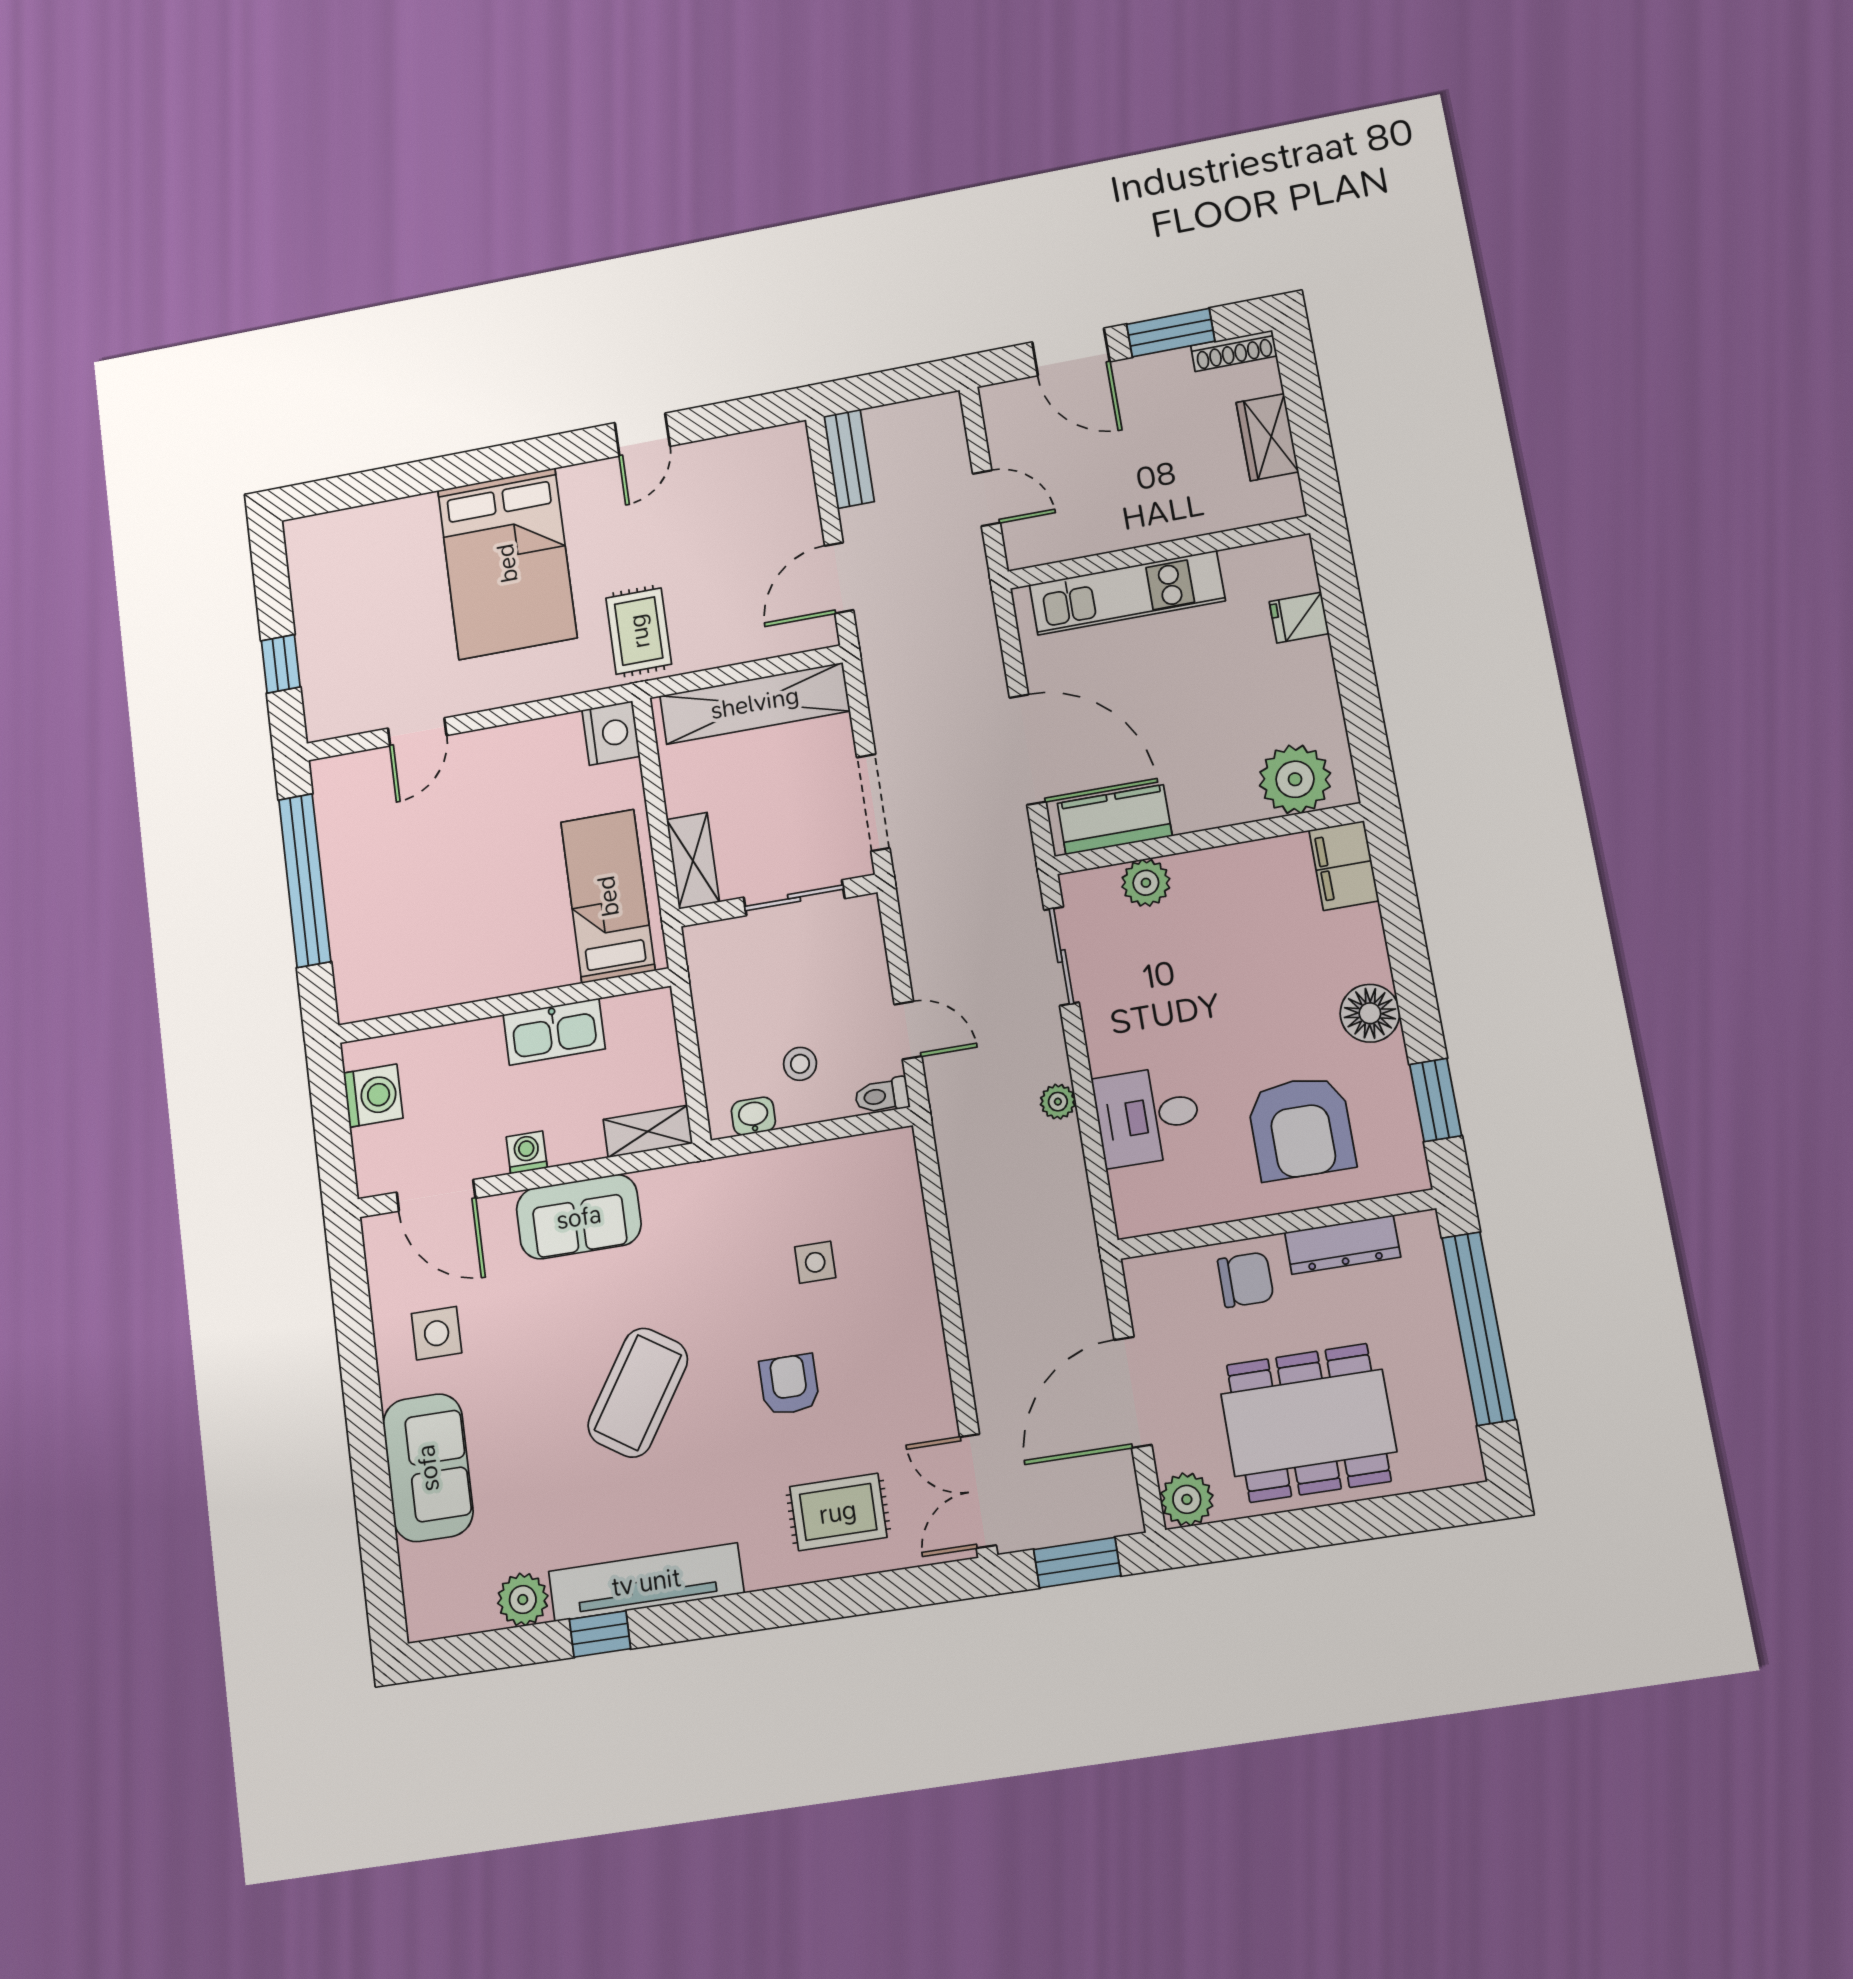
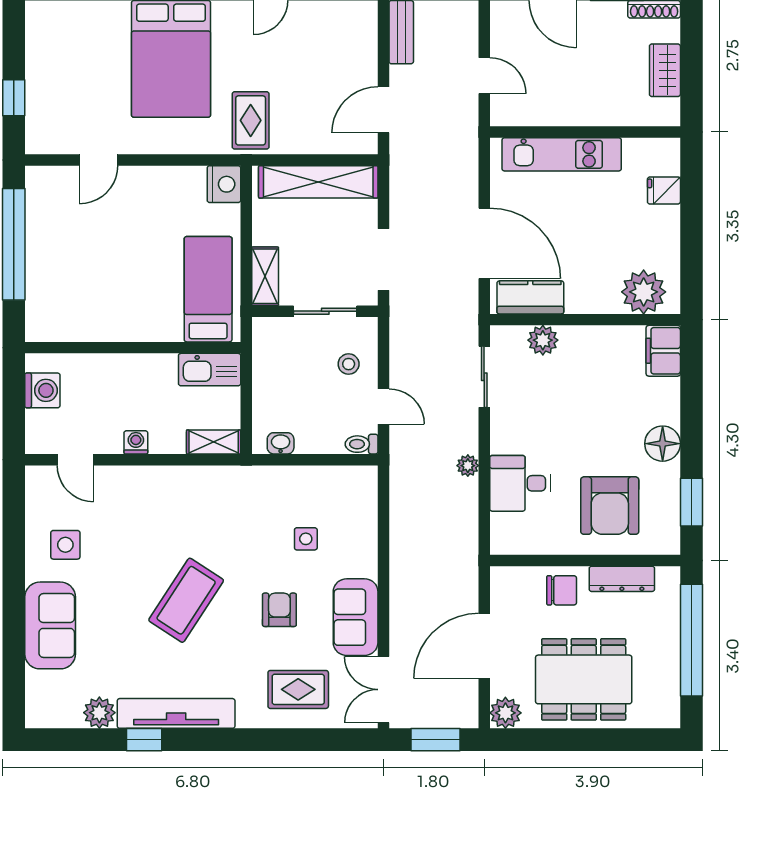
kitchen sink: (554, 1032) -> (210, 370), moved
stool: (800, 1064) -> (349, 364), moved
door: (436, 1195) -> (75, 460), width x0.73
sofa: (579, 1217) -> (356, 617), moved, turned 90

